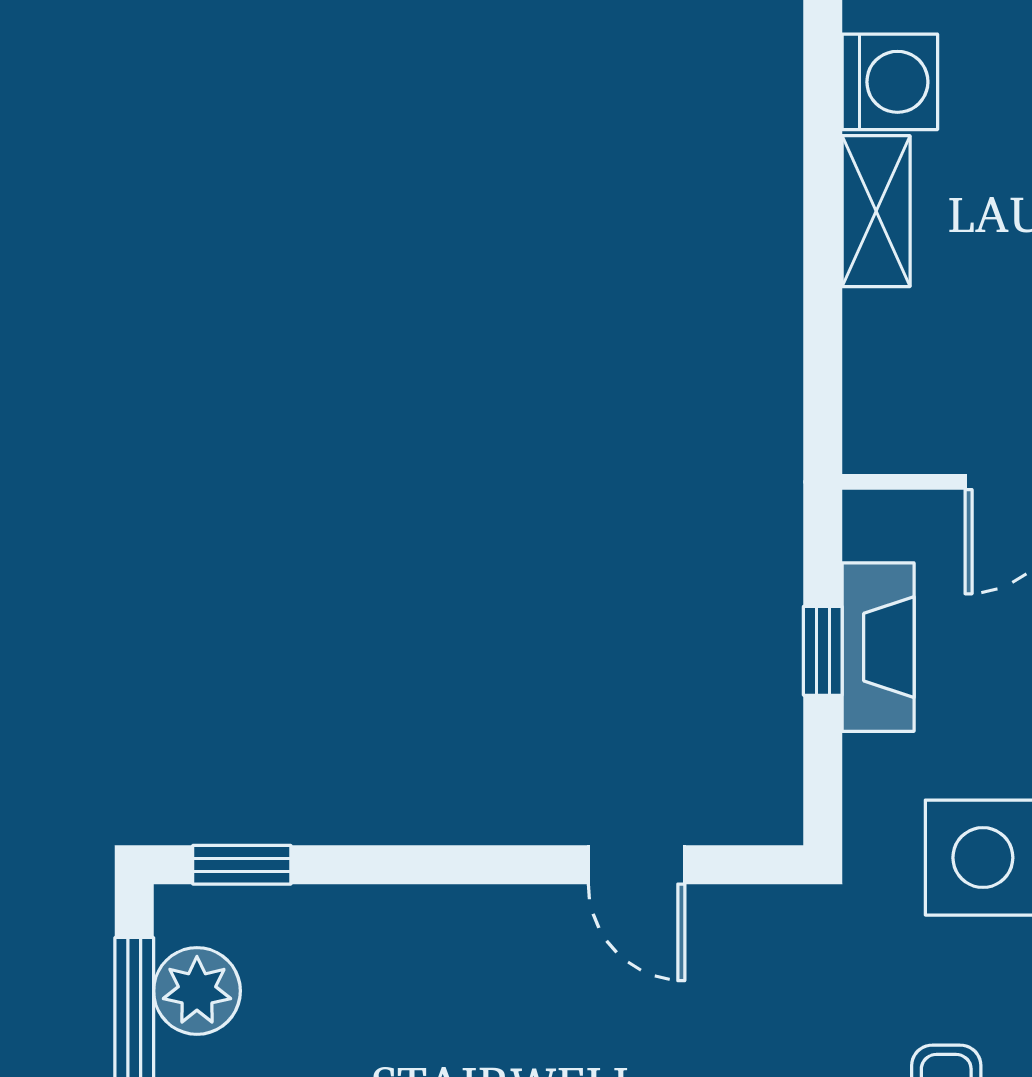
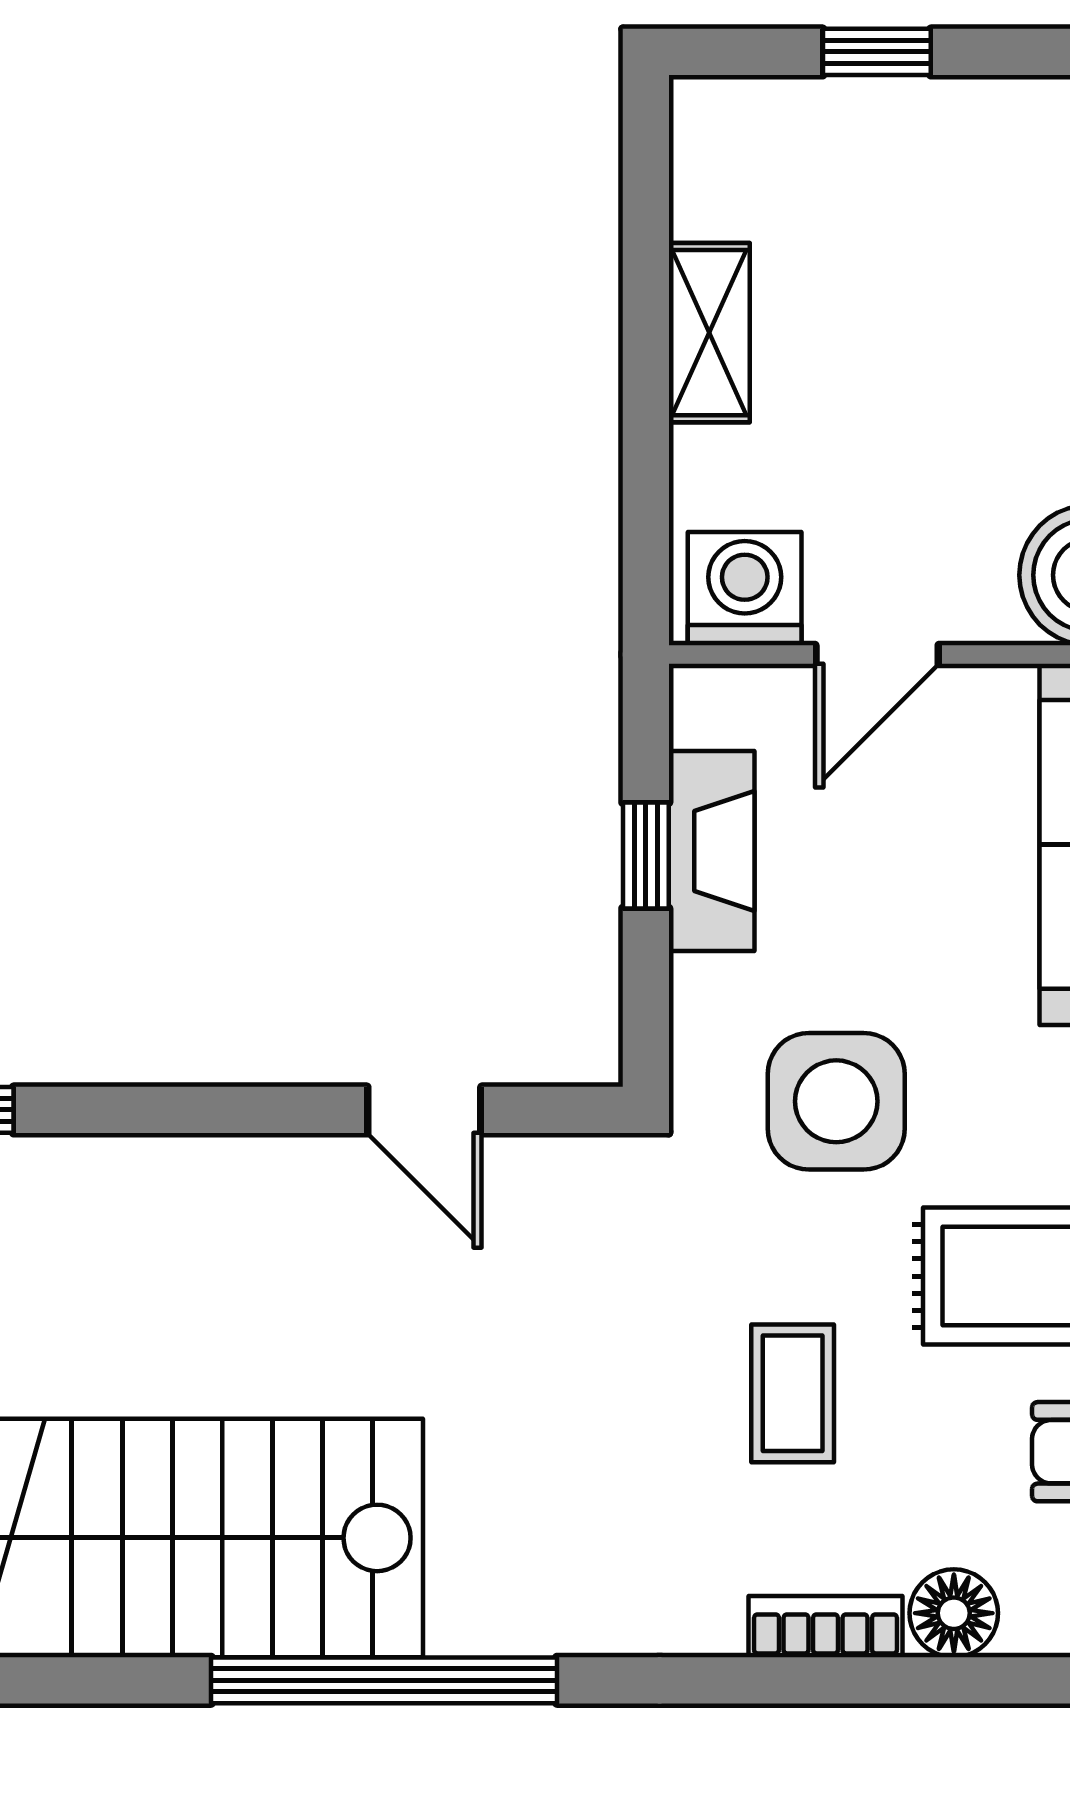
washing machine: (890, 82) -> (745, 589), moved, turned -90

